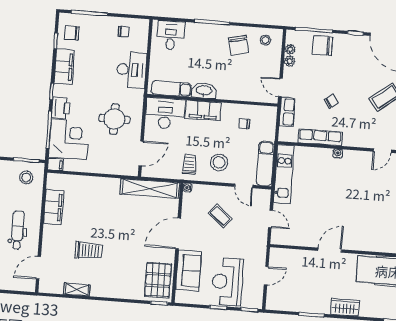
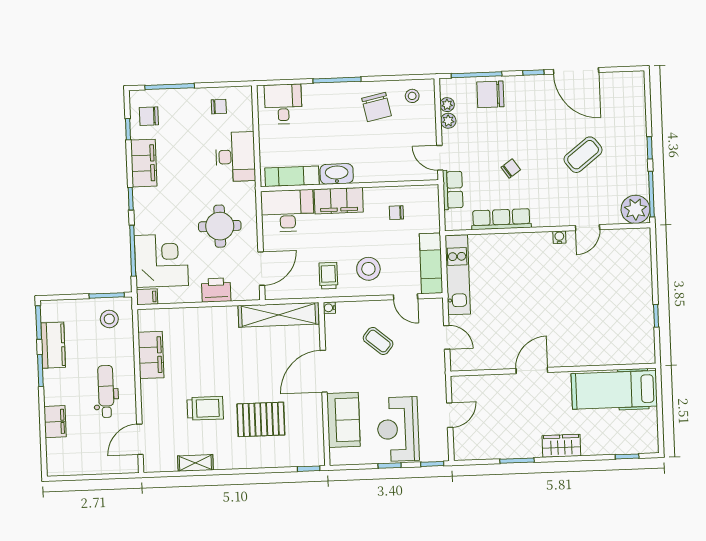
printer: (61, 108) -> (216, 290), moved, turned -90
water cooler: (338, 154) -> (559, 237), moved
pallet: (158, 280) -> (261, 419), moved, turned 90

